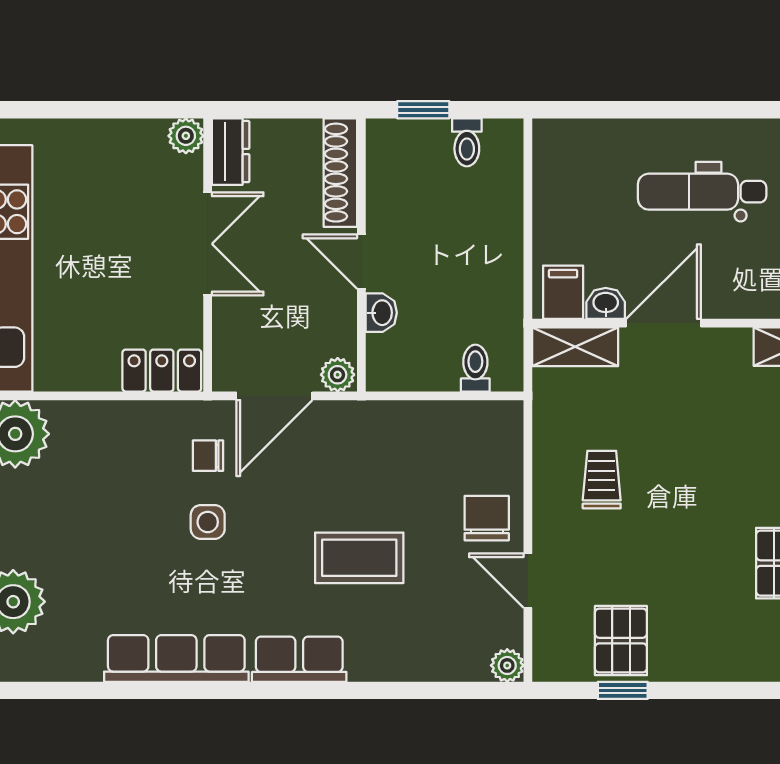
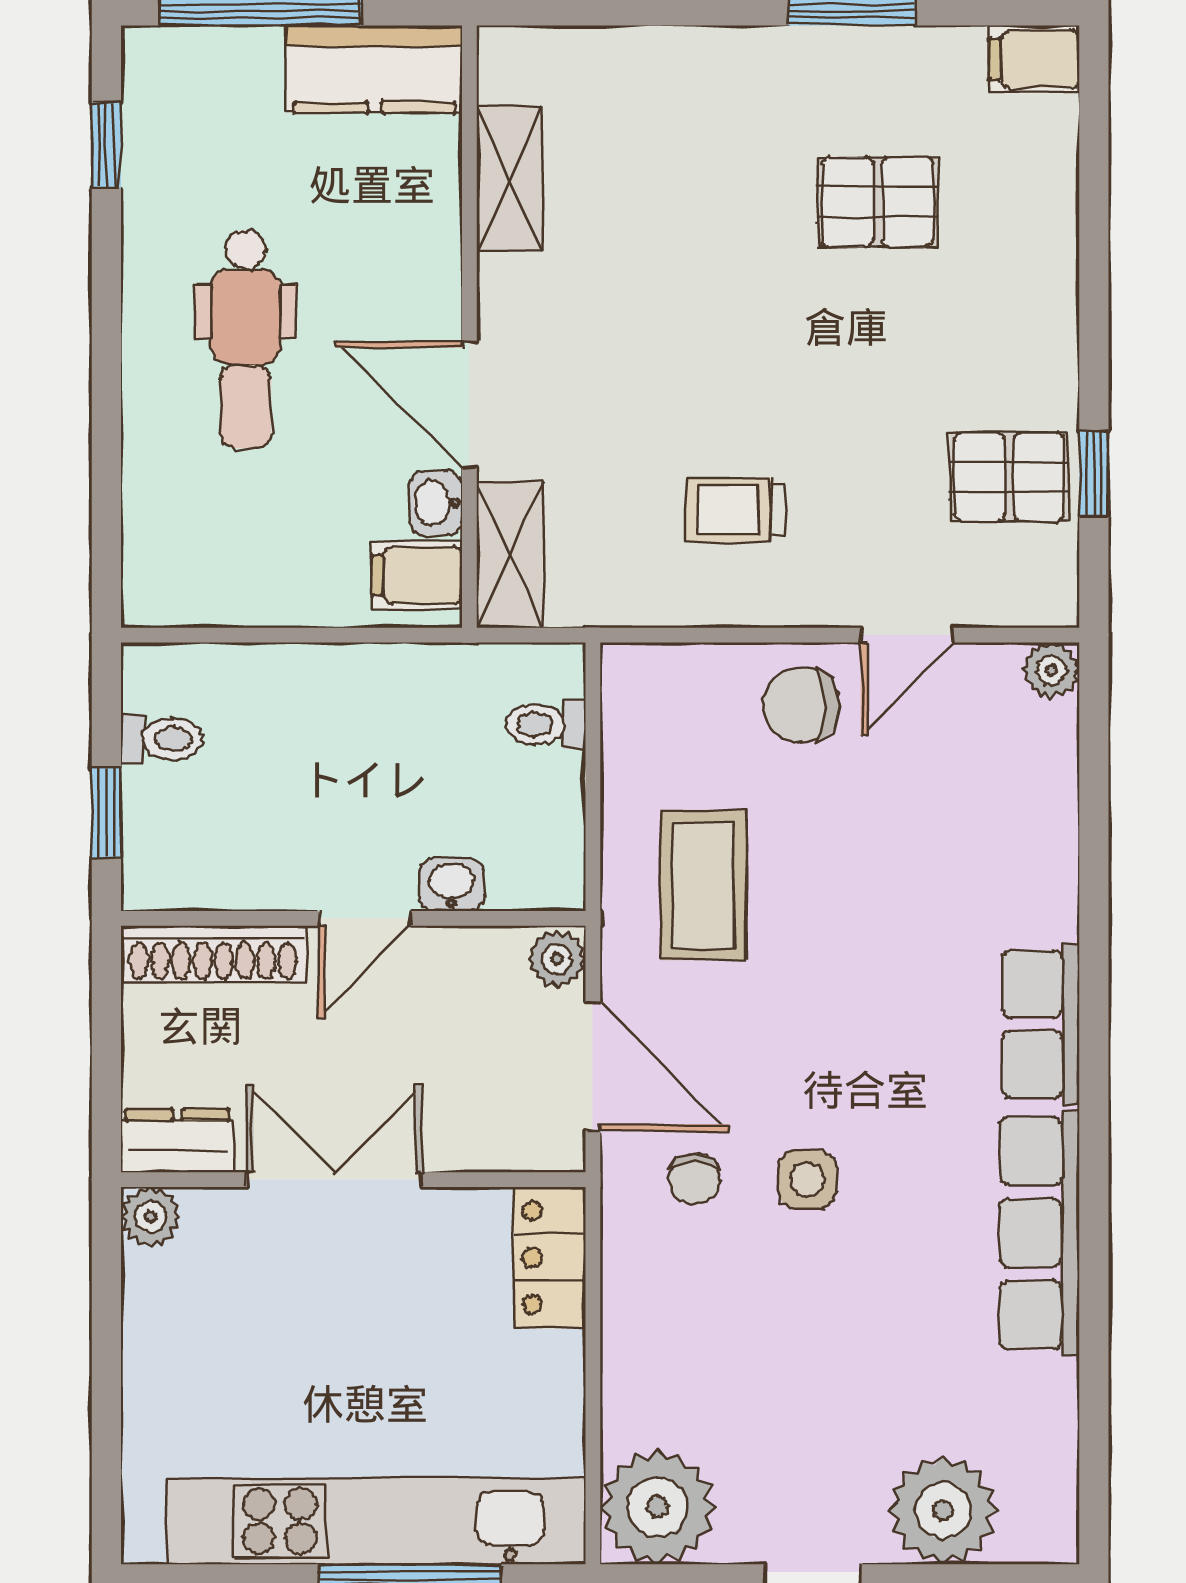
coffee table: (359, 558) -> (703, 885), moved

